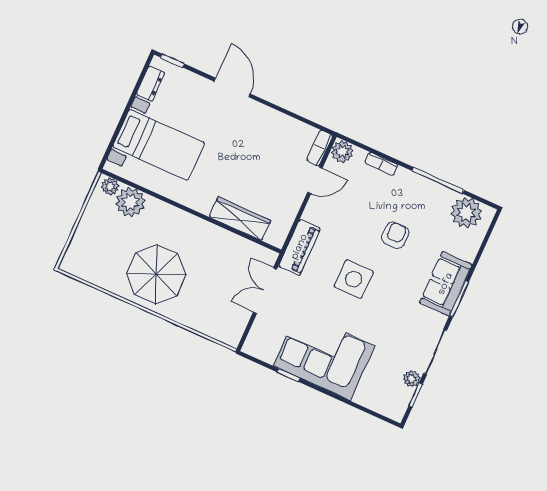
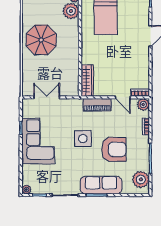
wardrobe: (240, 219) -> (87, 81), moved
armchair: (395, 235) -> (114, 149), width x1.88, depth x1.88
piano: (300, 247) -> (97, 105), moved
sofa: (446, 284) -> (101, 185), width x1.36
double door: (265, 291) -> (47, 97), moved
plant: (412, 379) -> (26, 189), moved

